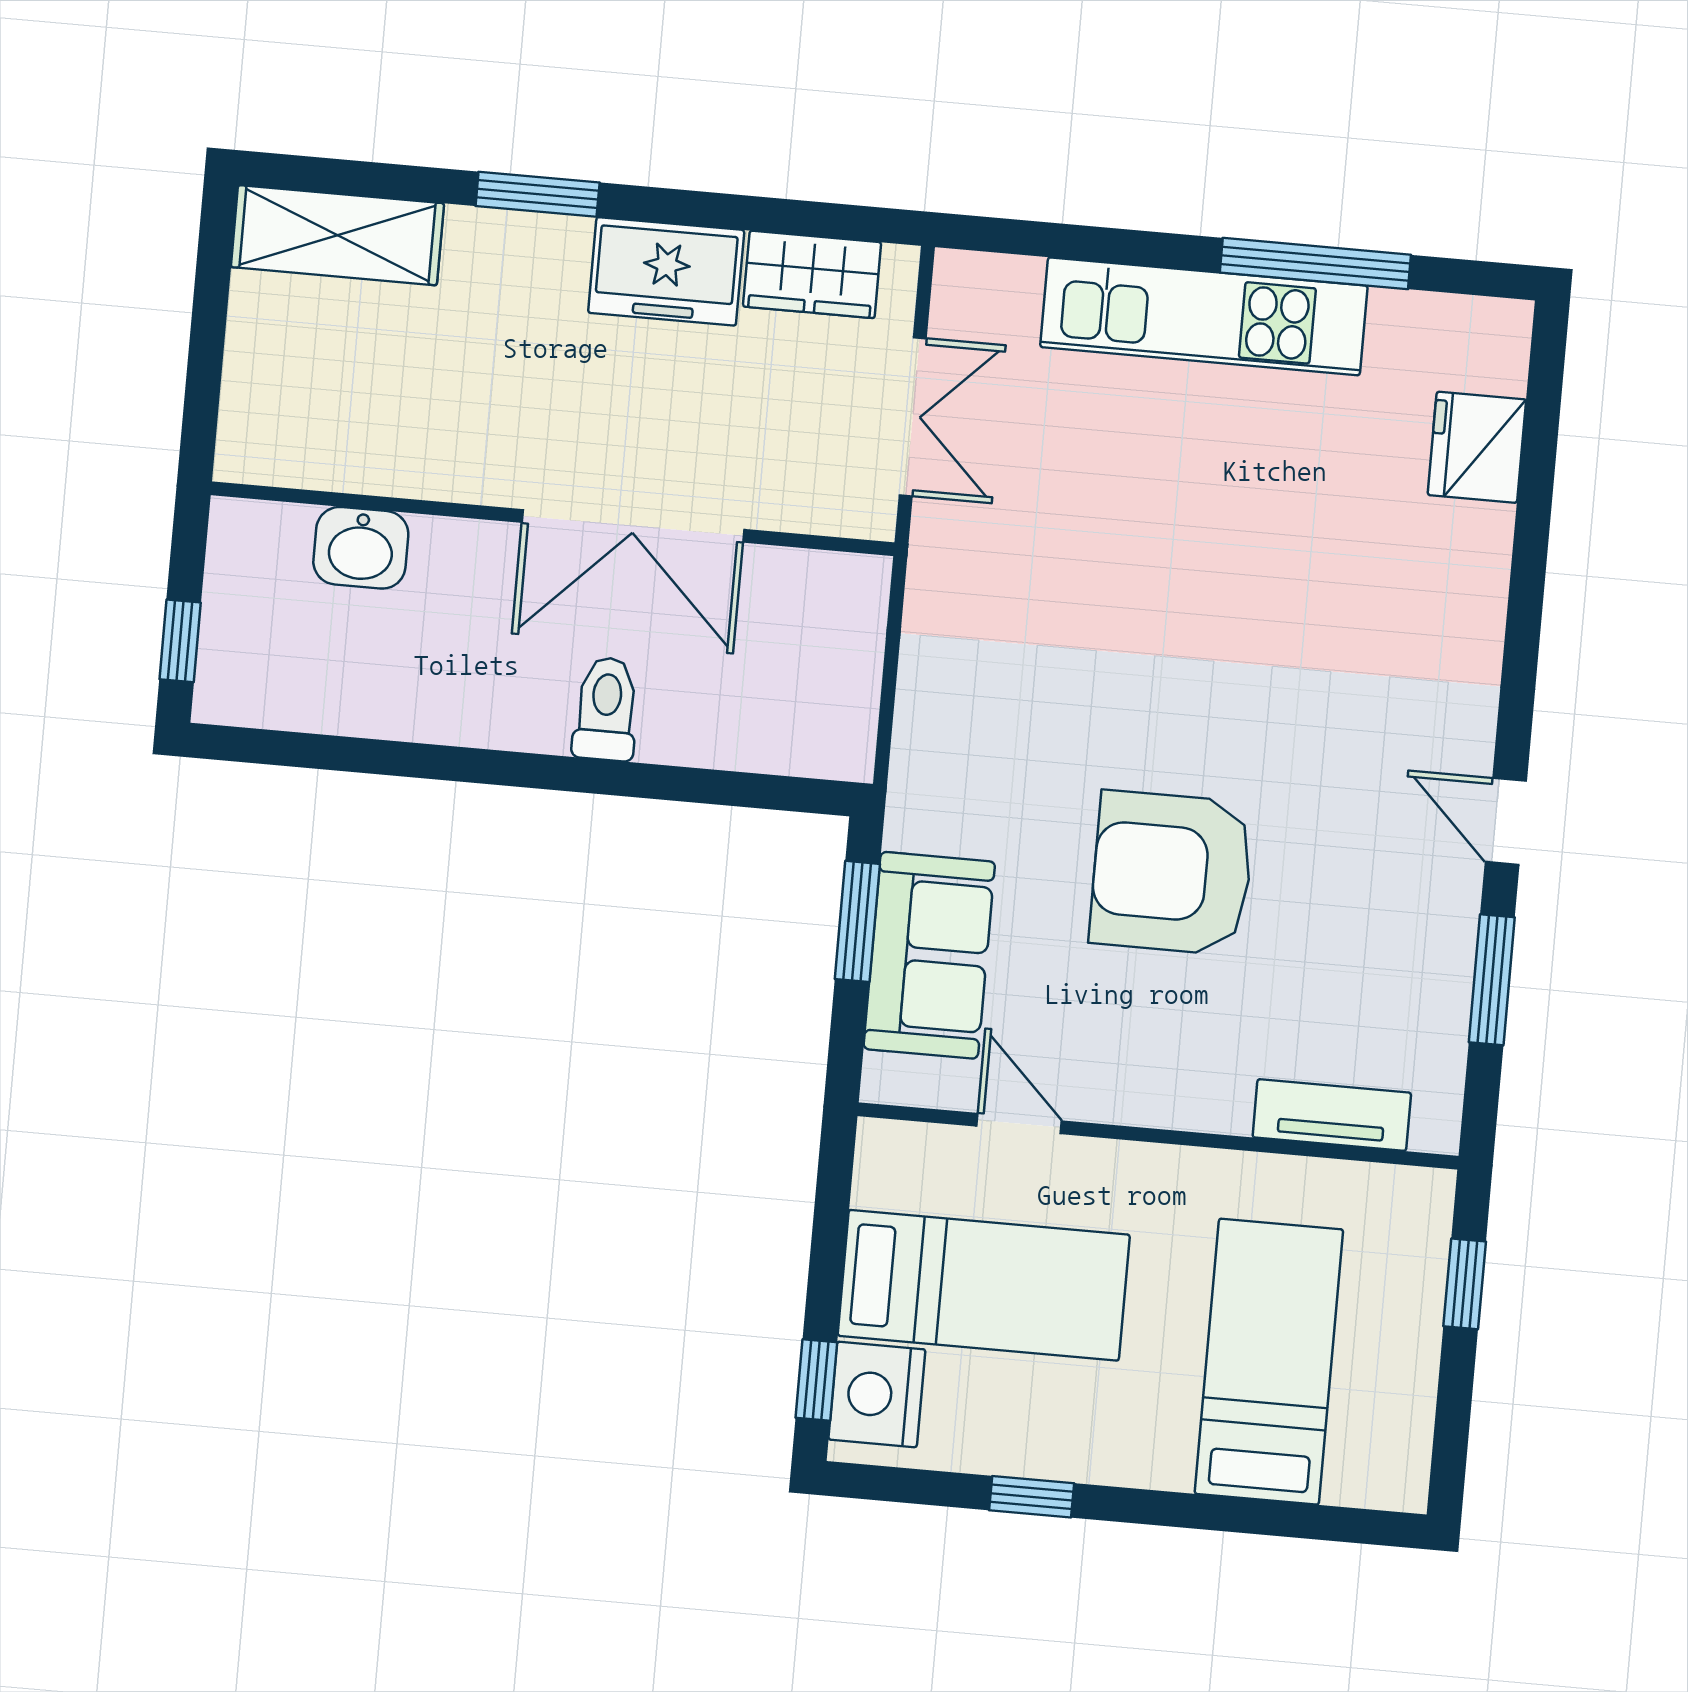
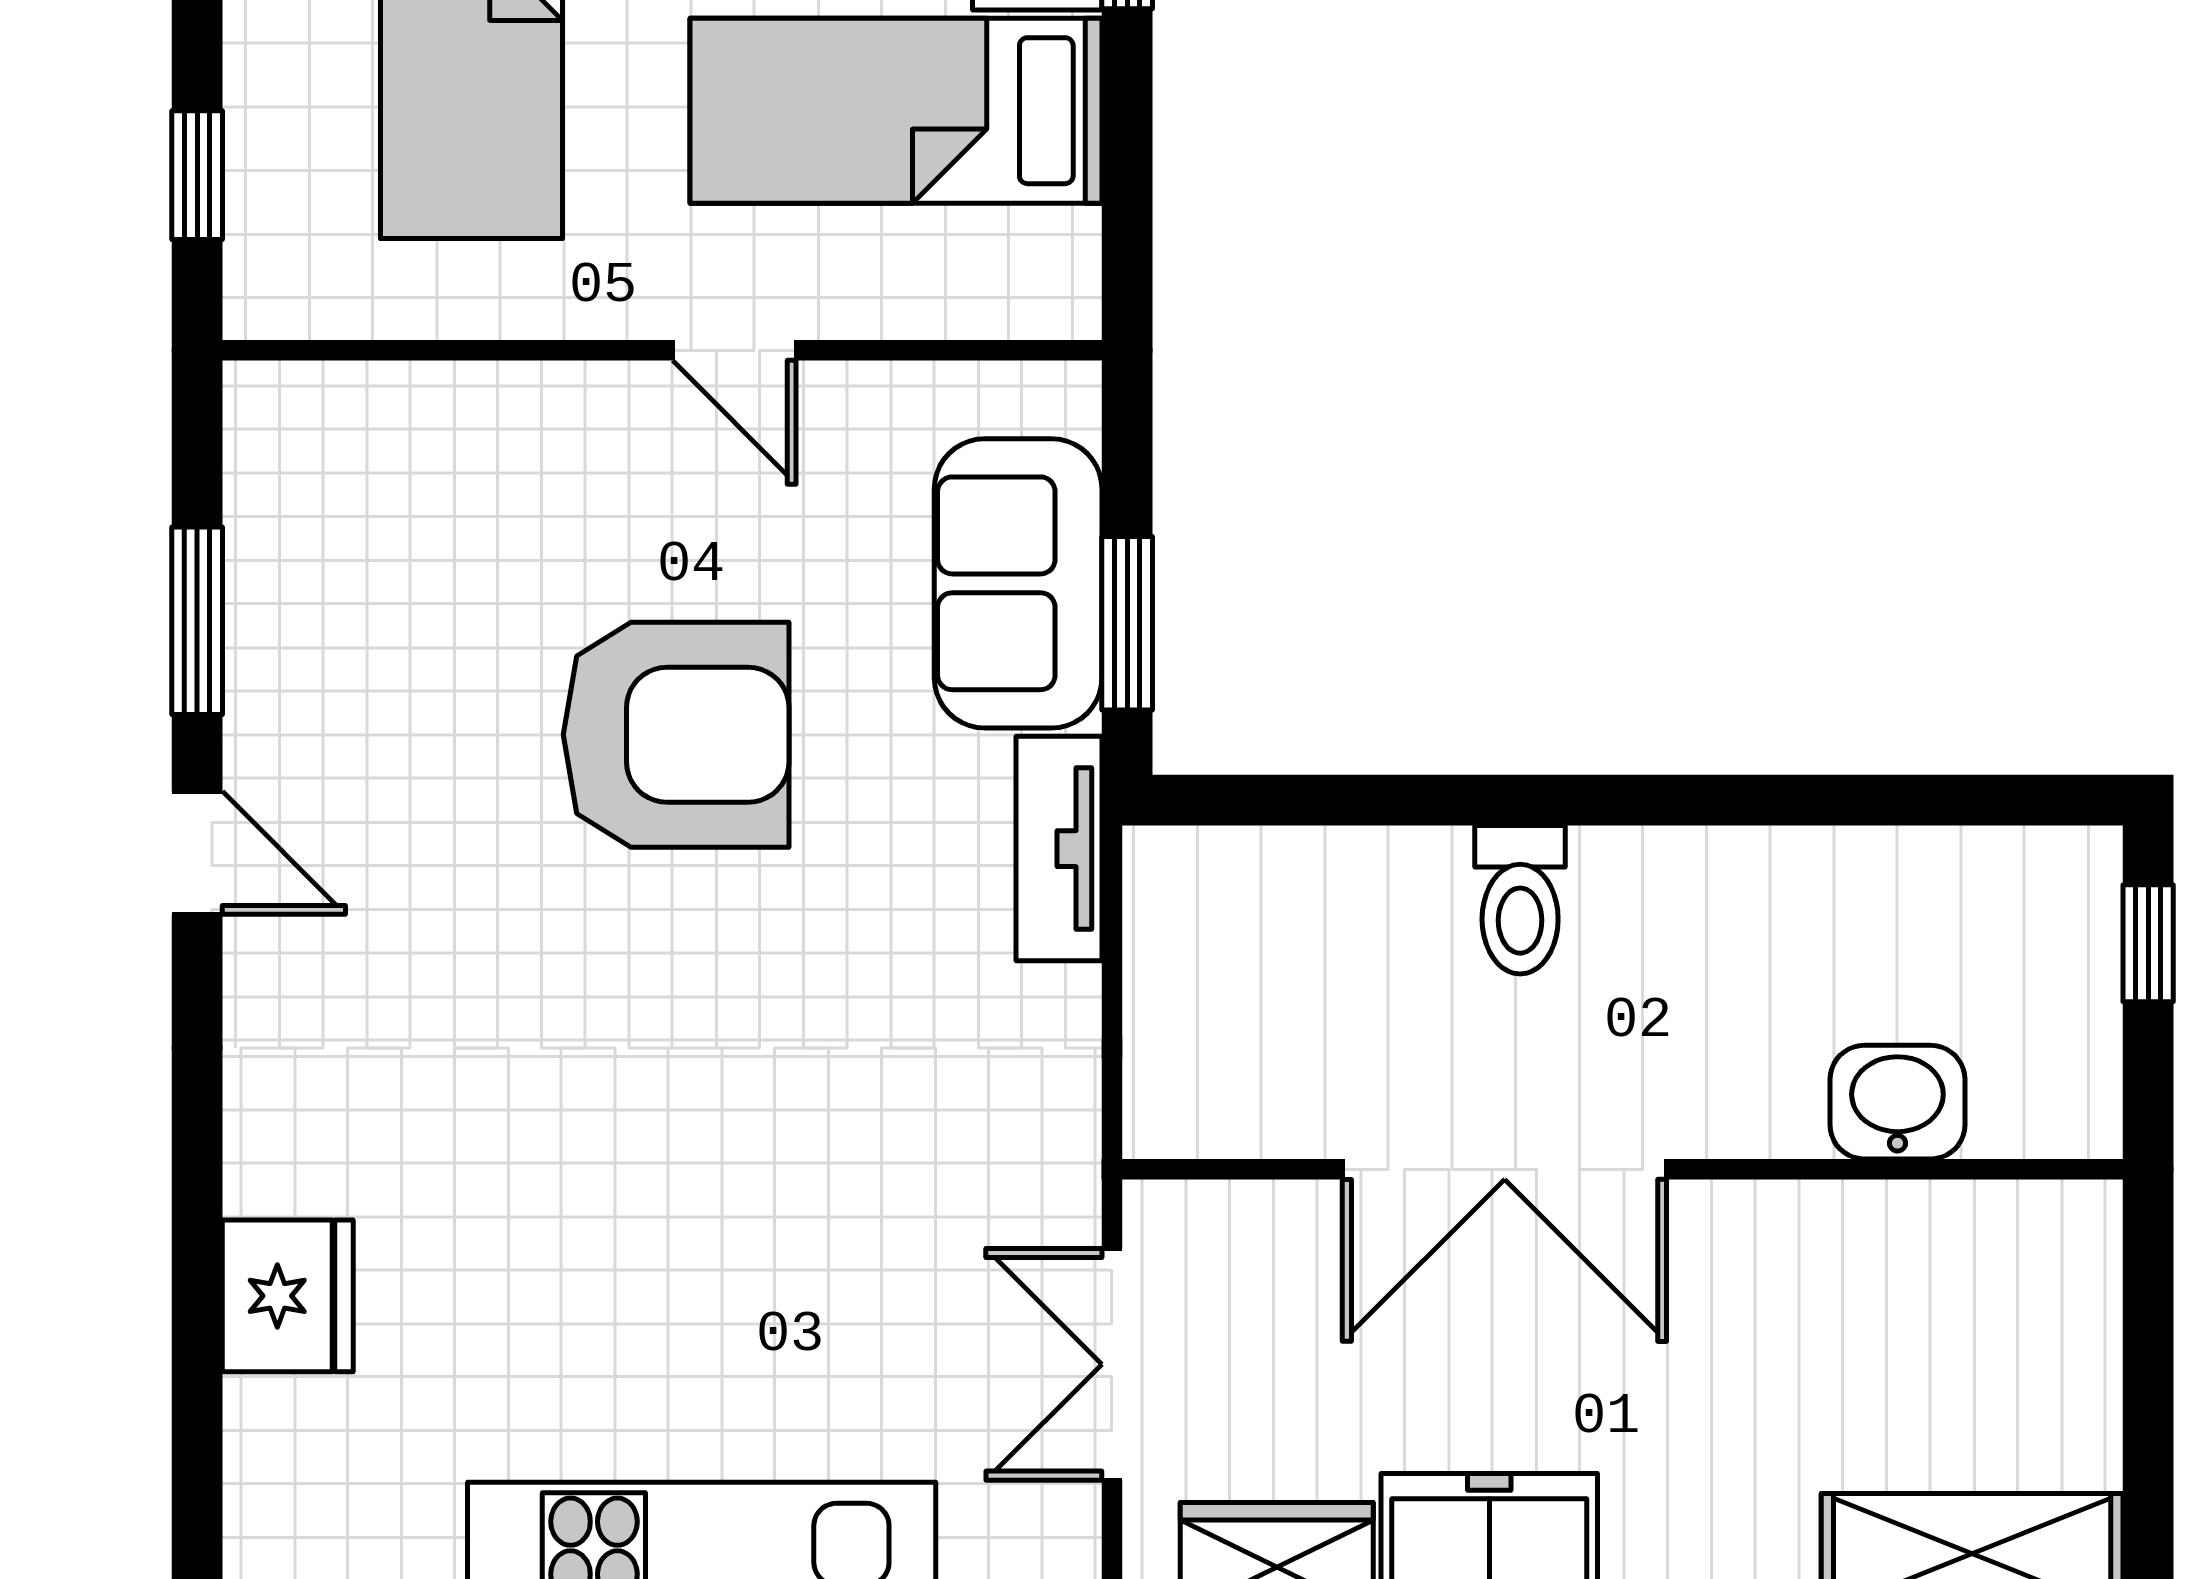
fridge: (1477, 447) -> (288, 1296), moved
double door: (633, 526) -> (1505, 1169), swing flipped
tv unit: (1332, 1115) -> (1059, 849), moved, turned 90
door: (1019, 1124) -> (734, 350), moved

